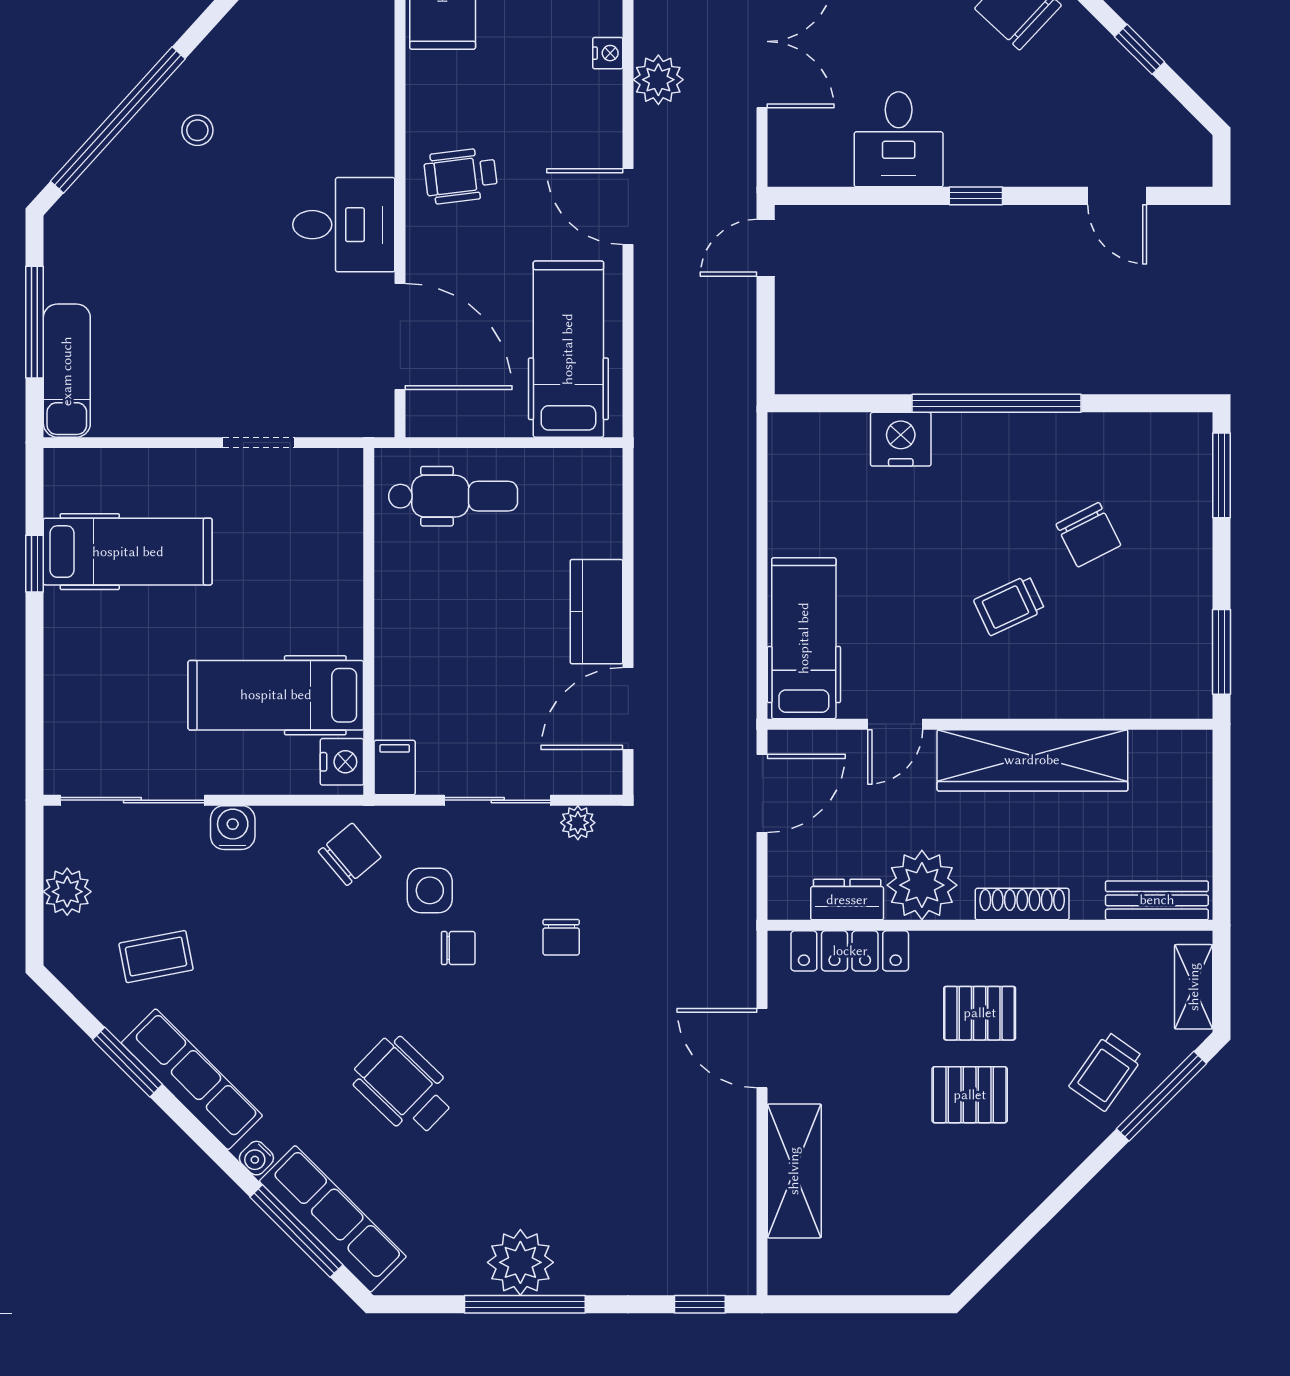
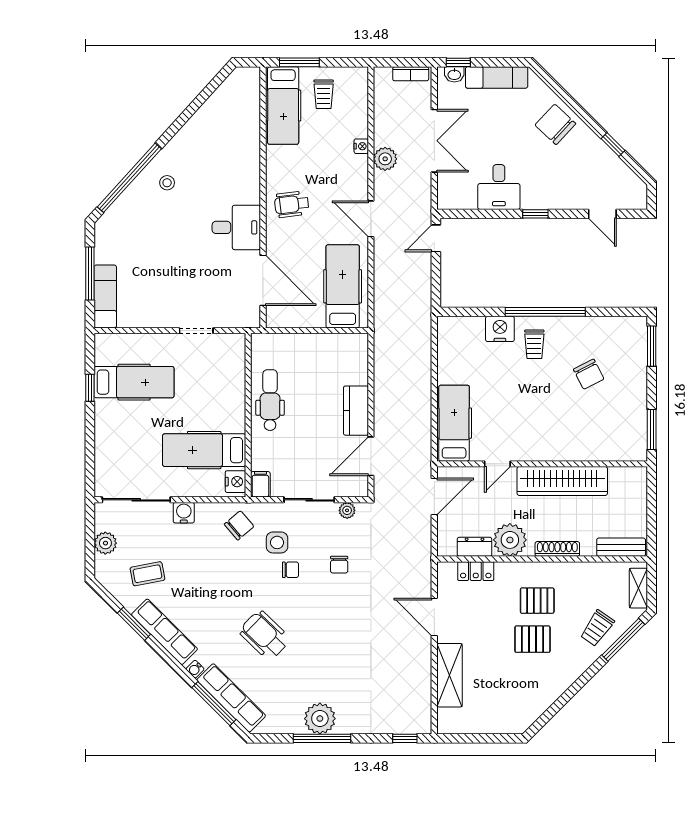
dental chair: (453, 496) -> (270, 400), moved, turned -90
trolley: (1009, 605) -> (534, 344), moved, turned -65
locker: (850, 951) -> (476, 571), width x0.66

